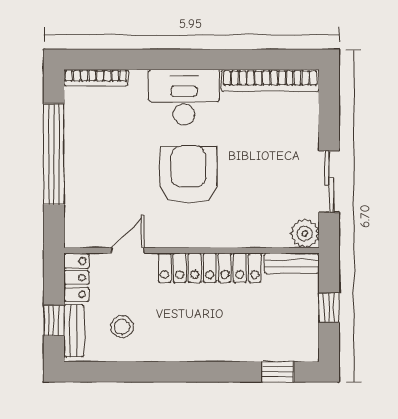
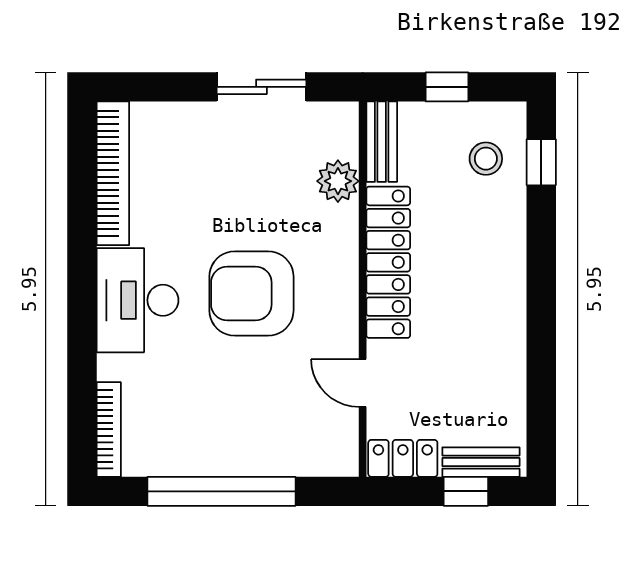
plant: (305, 234) -> (338, 181), moved
stool: (122, 327) -> (486, 159), moved

